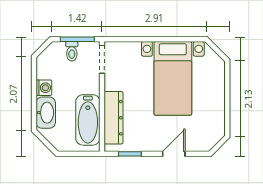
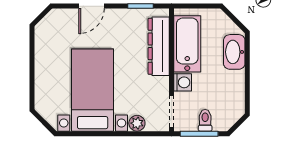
plant: (133, 49) -> (137, 123), added
washing machine: (44, 88) -> (183, 82), moved, turned 180

